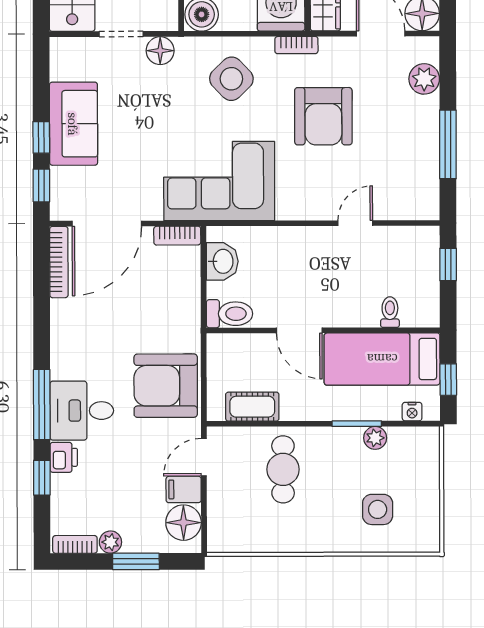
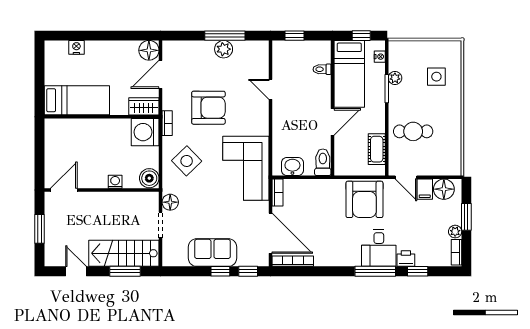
plant: (424, 79) -> (224, 49), moved

